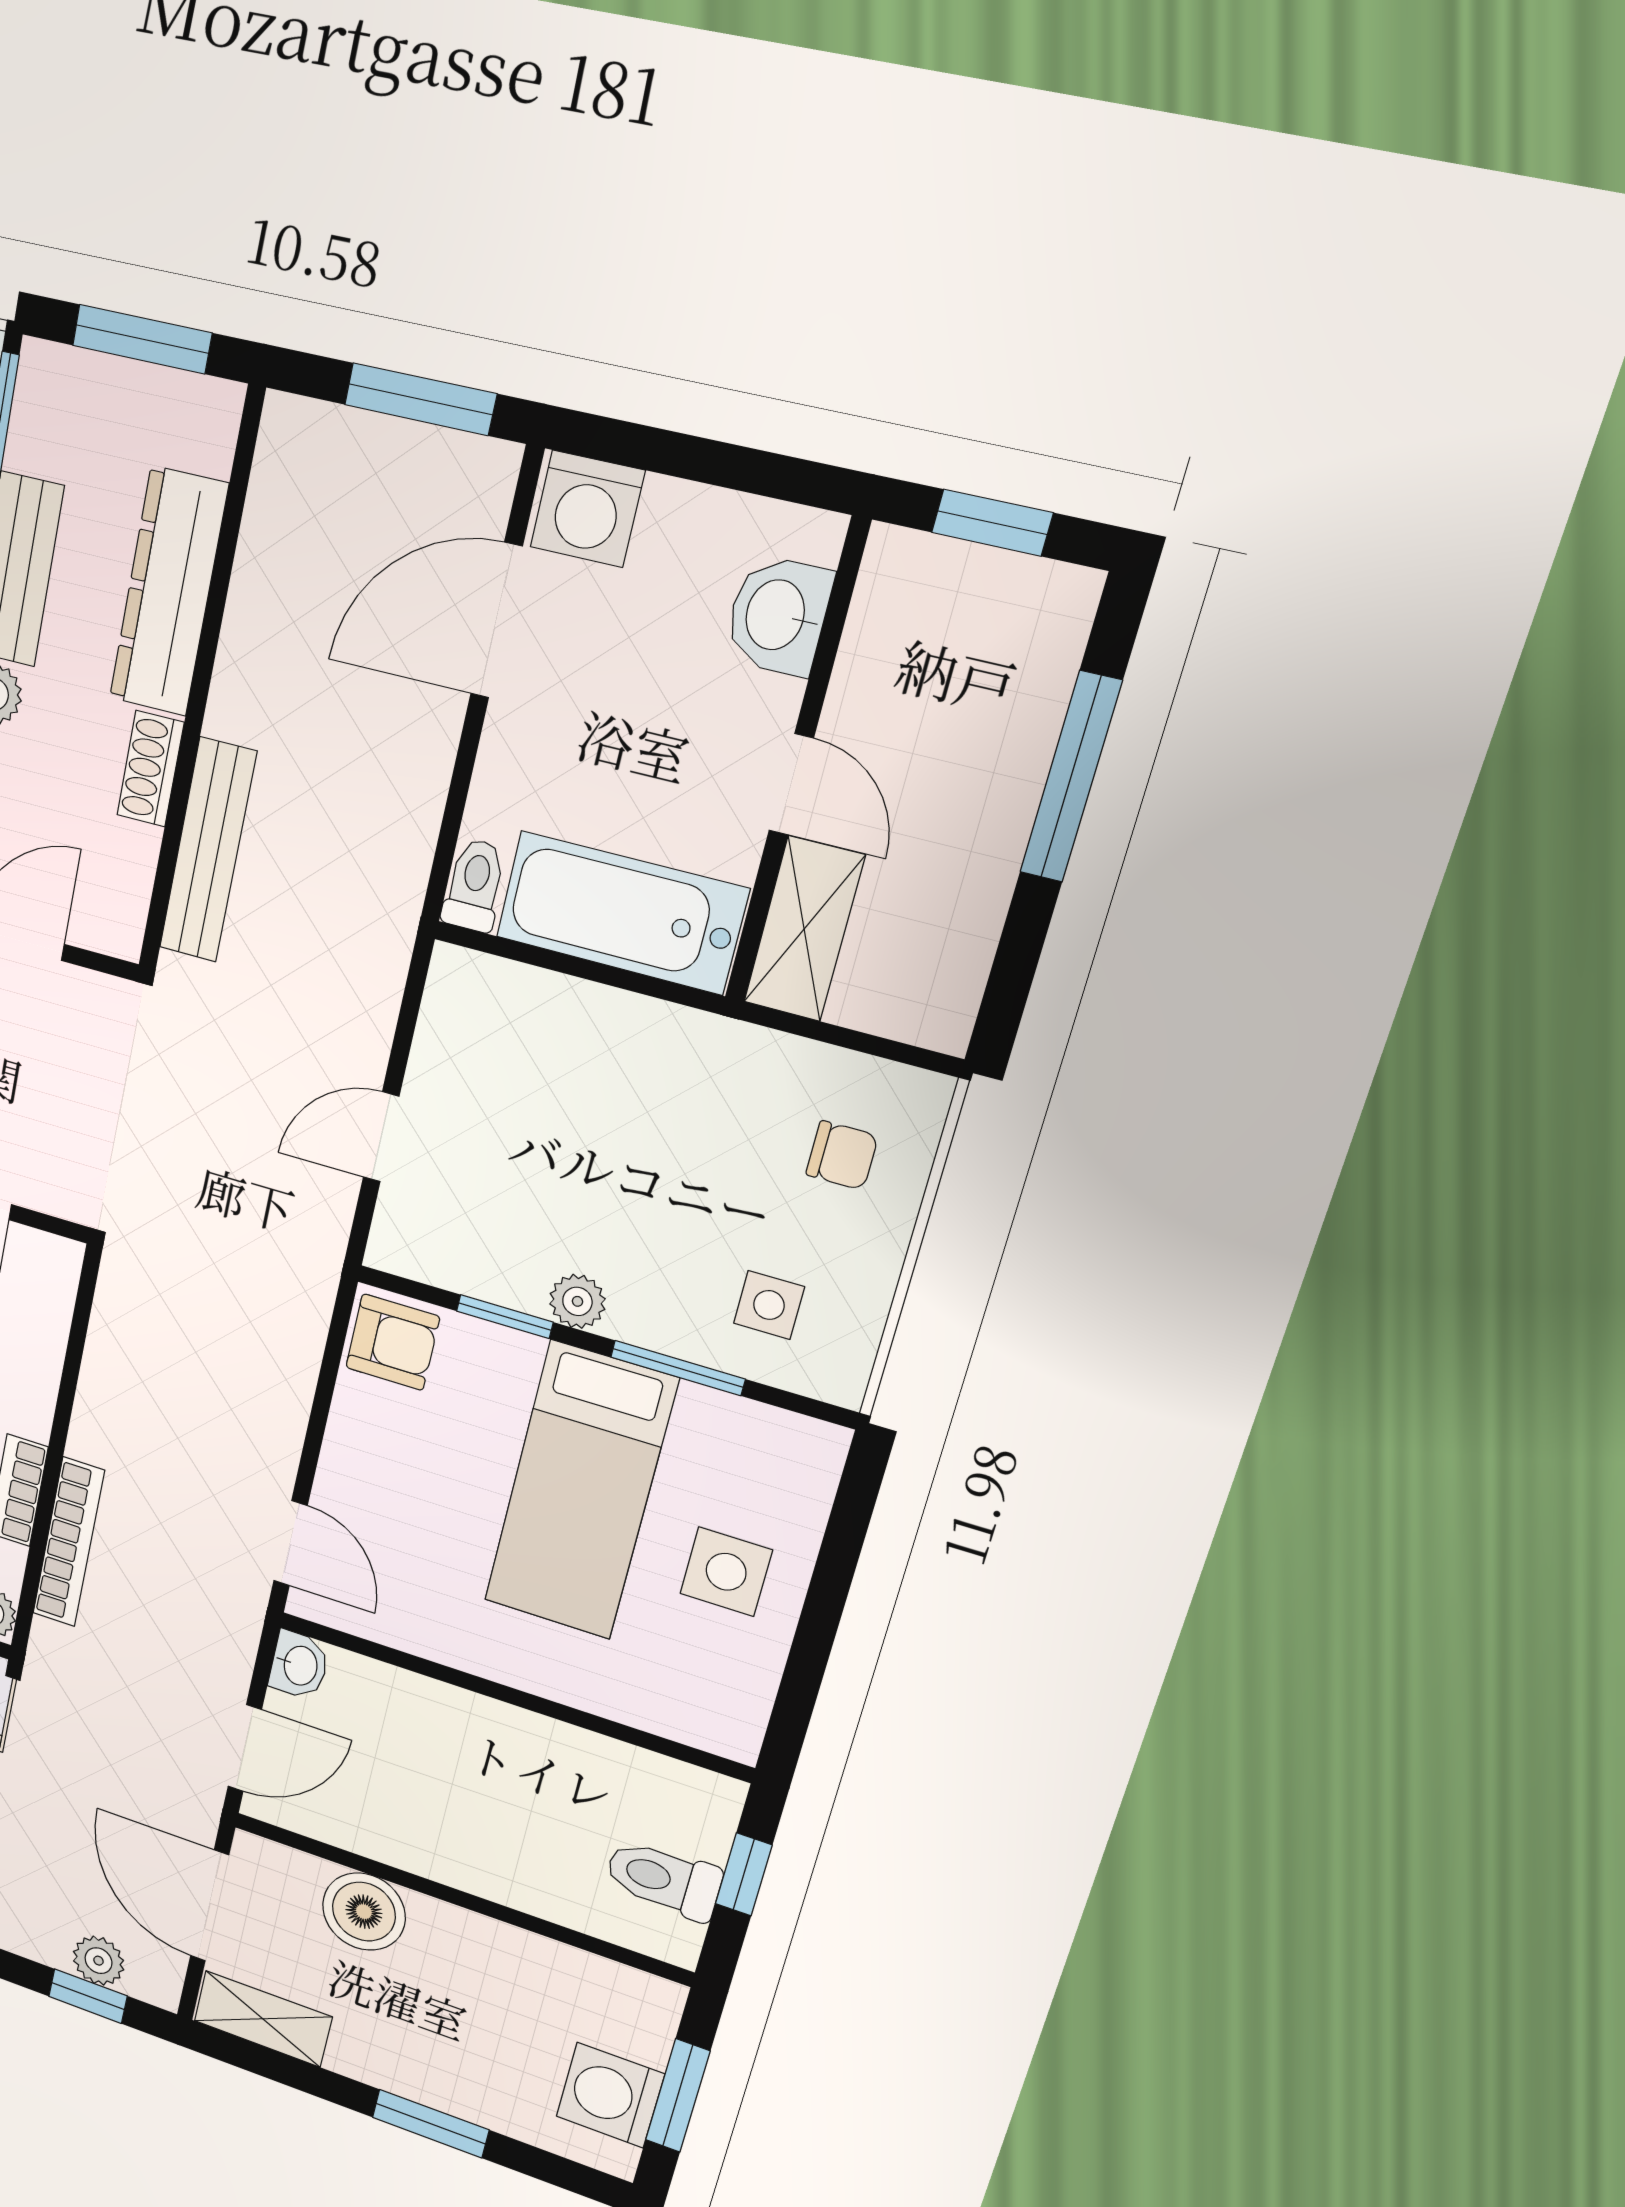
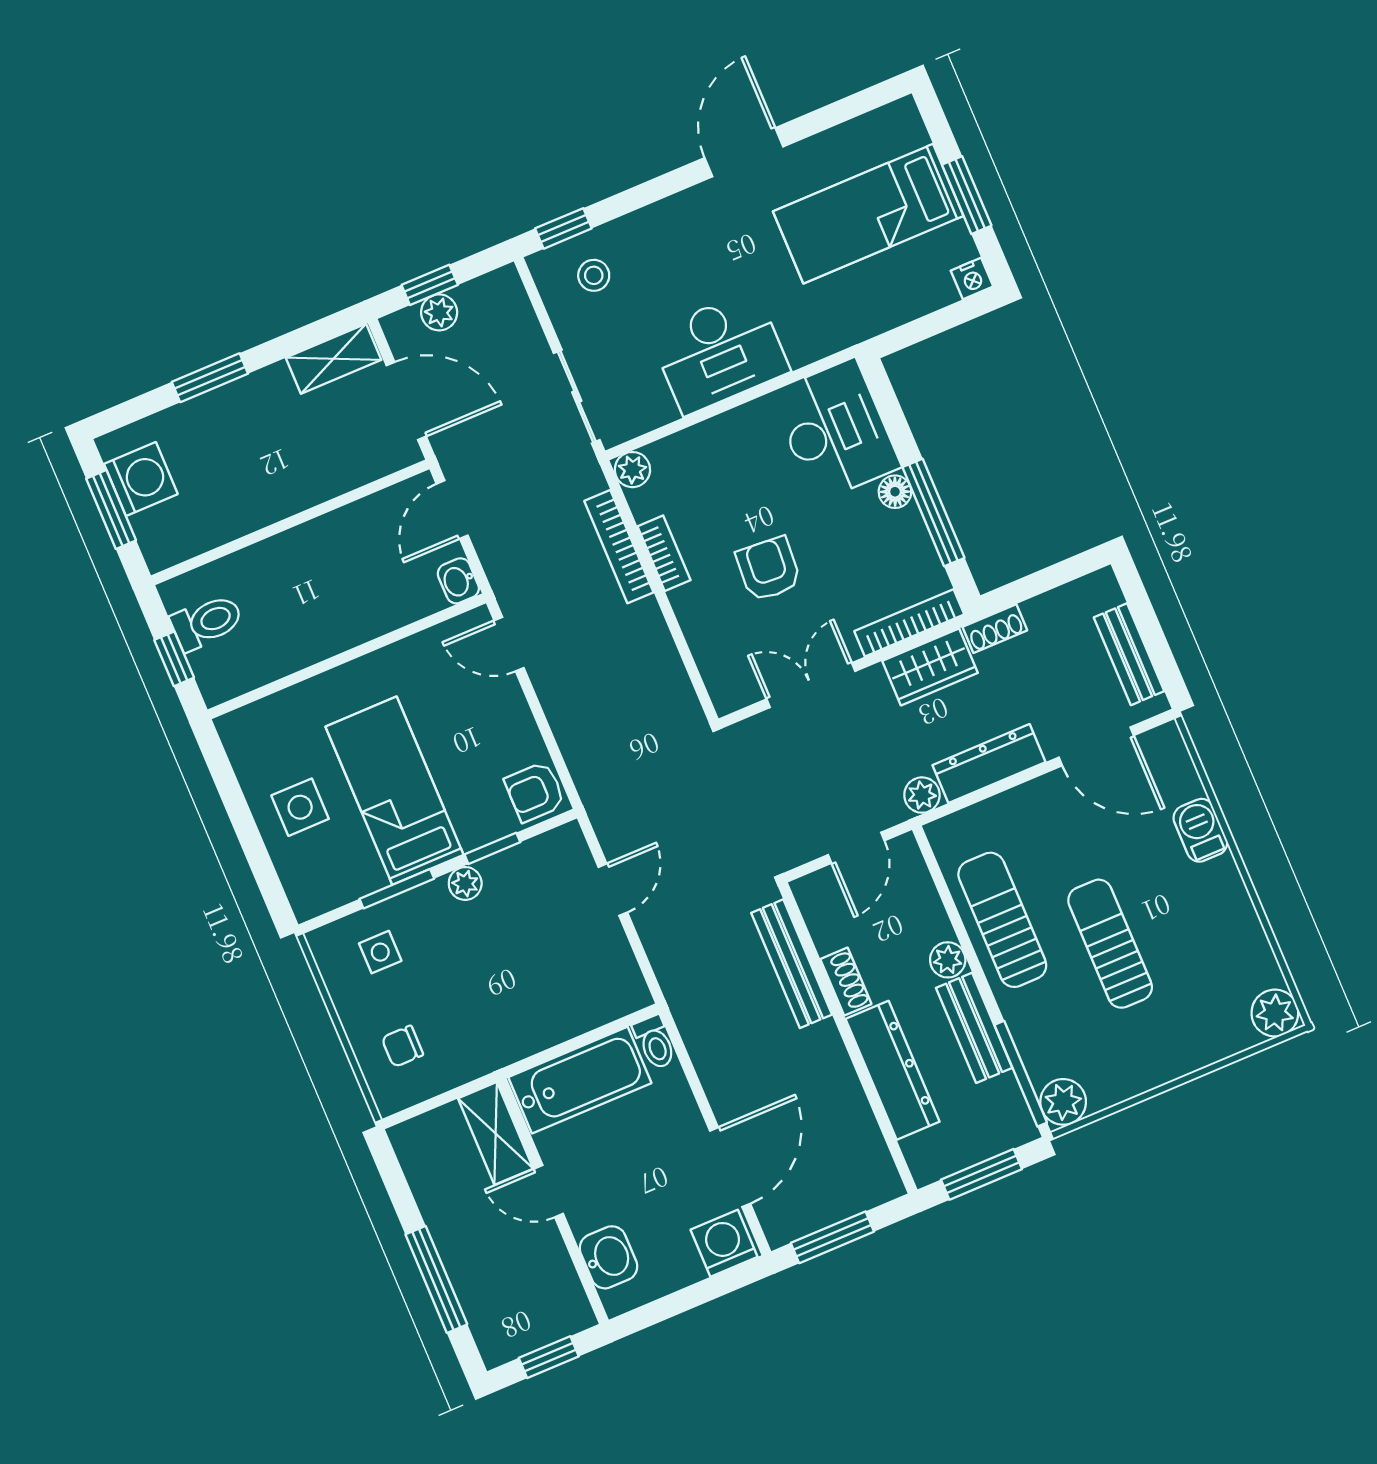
boiler: (364, 1912) -> (330, 471), removed

